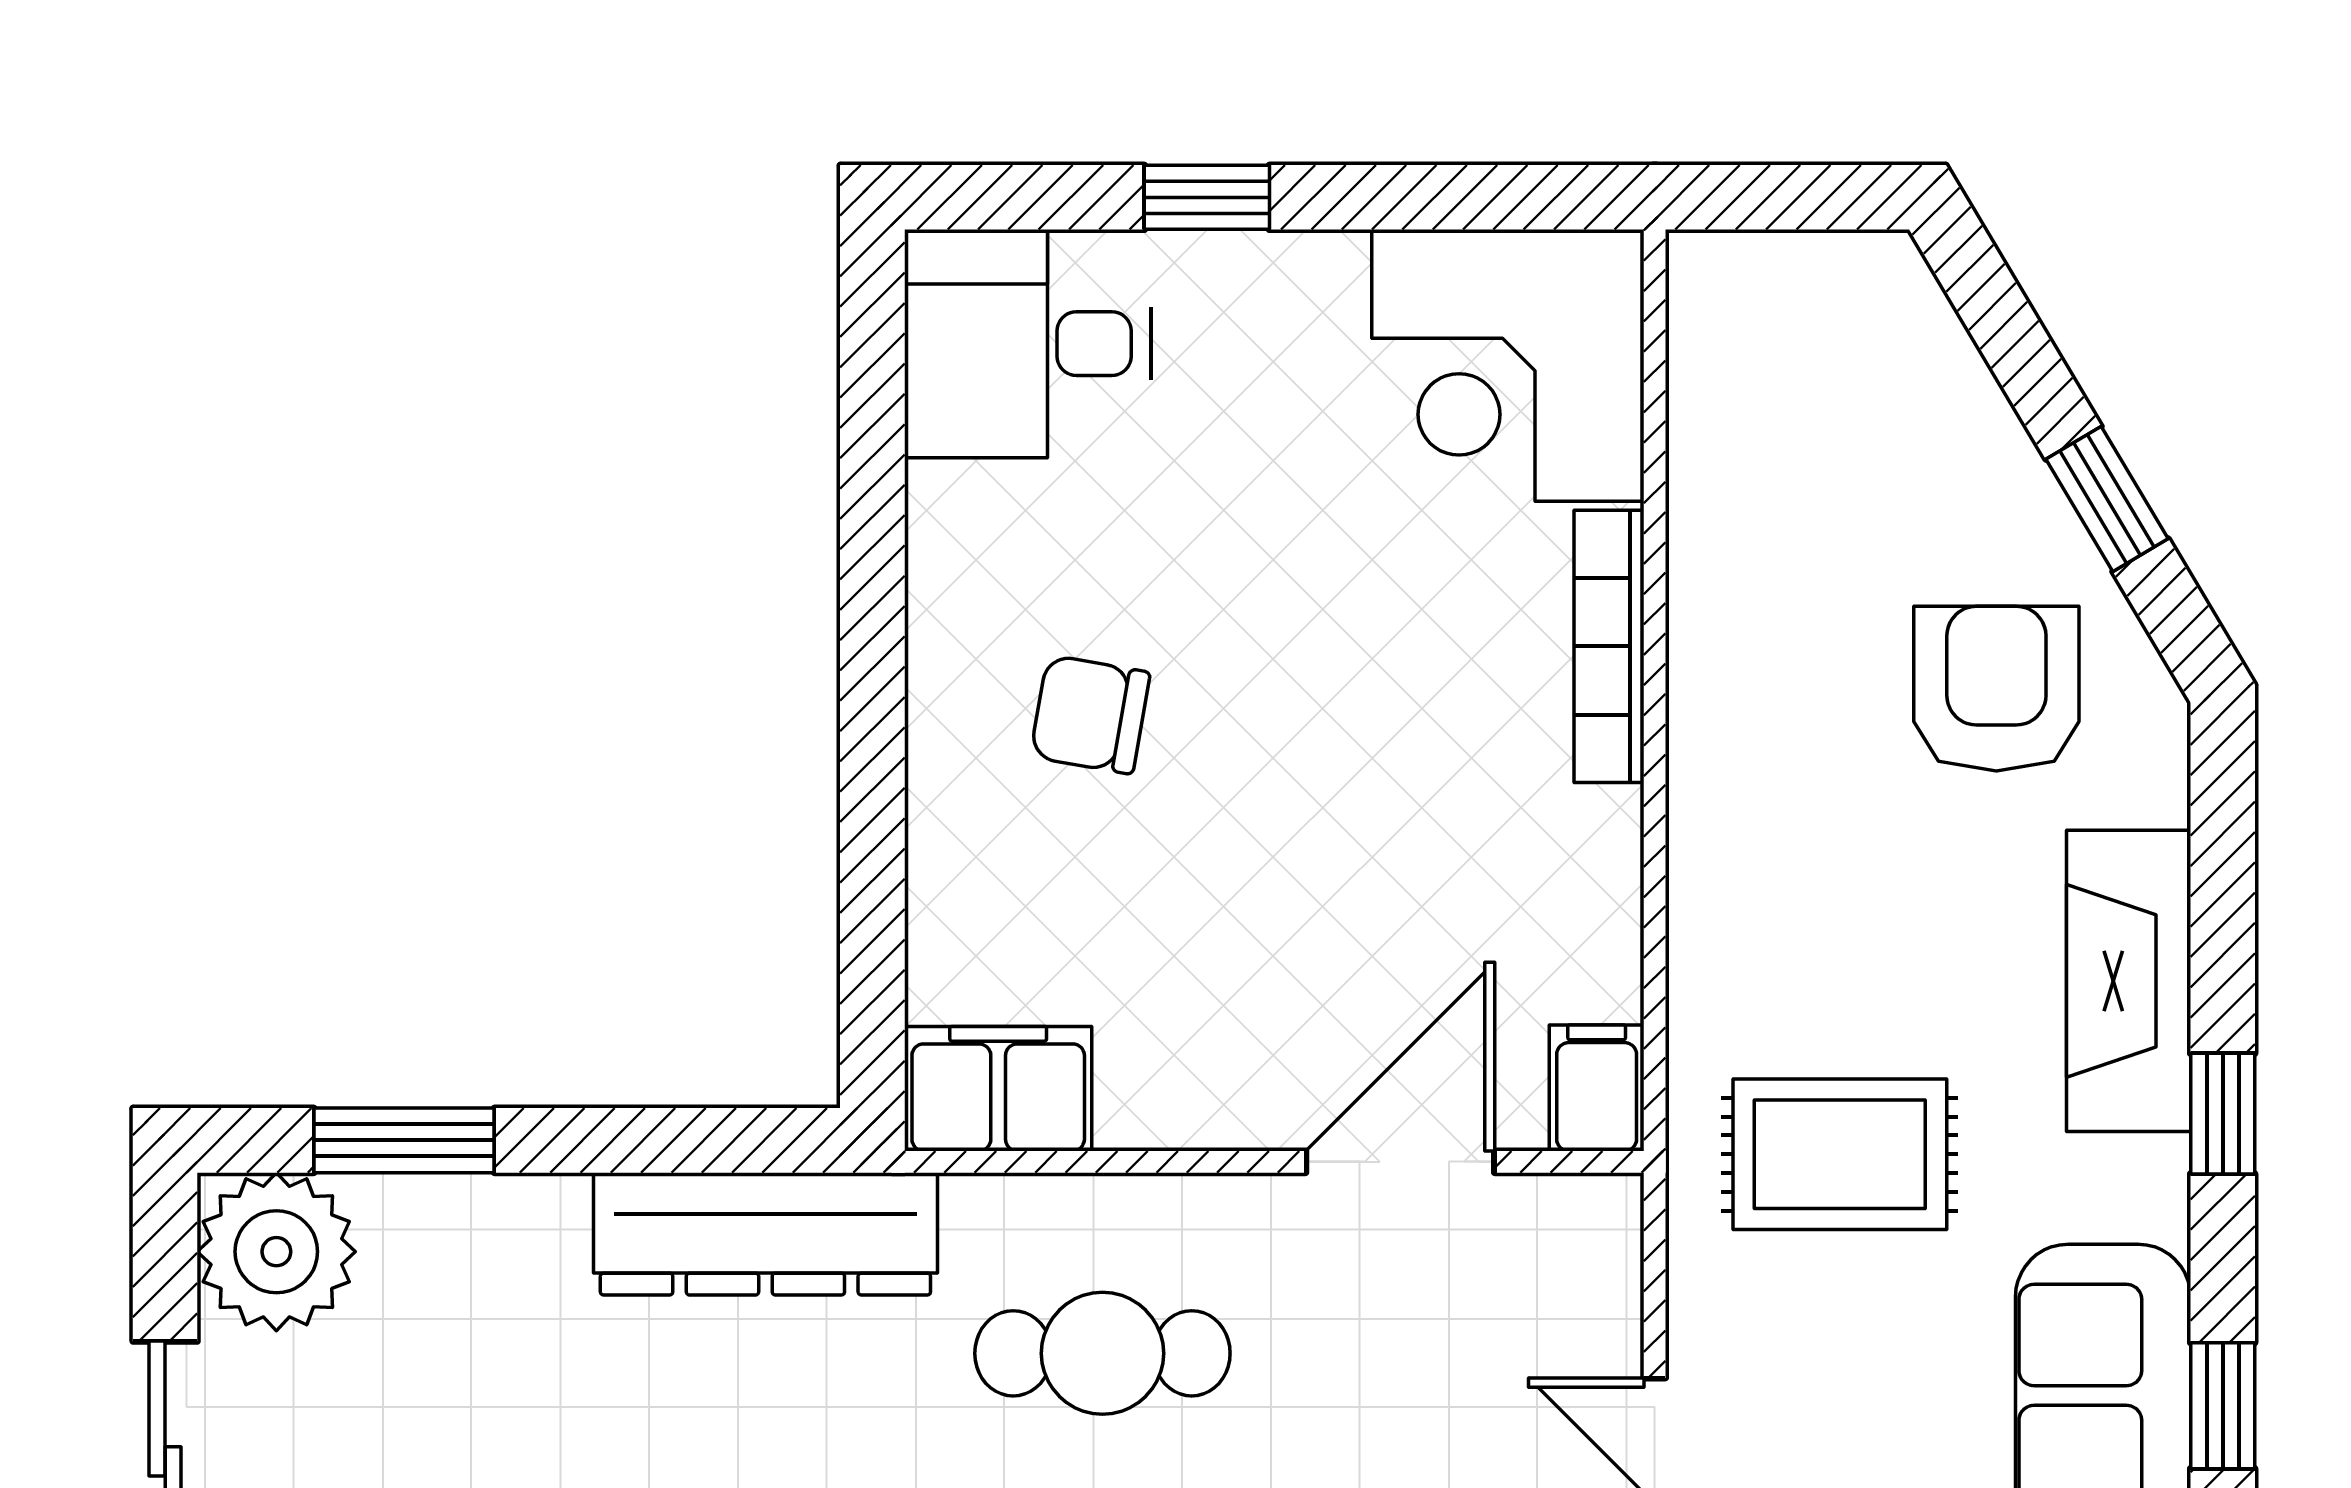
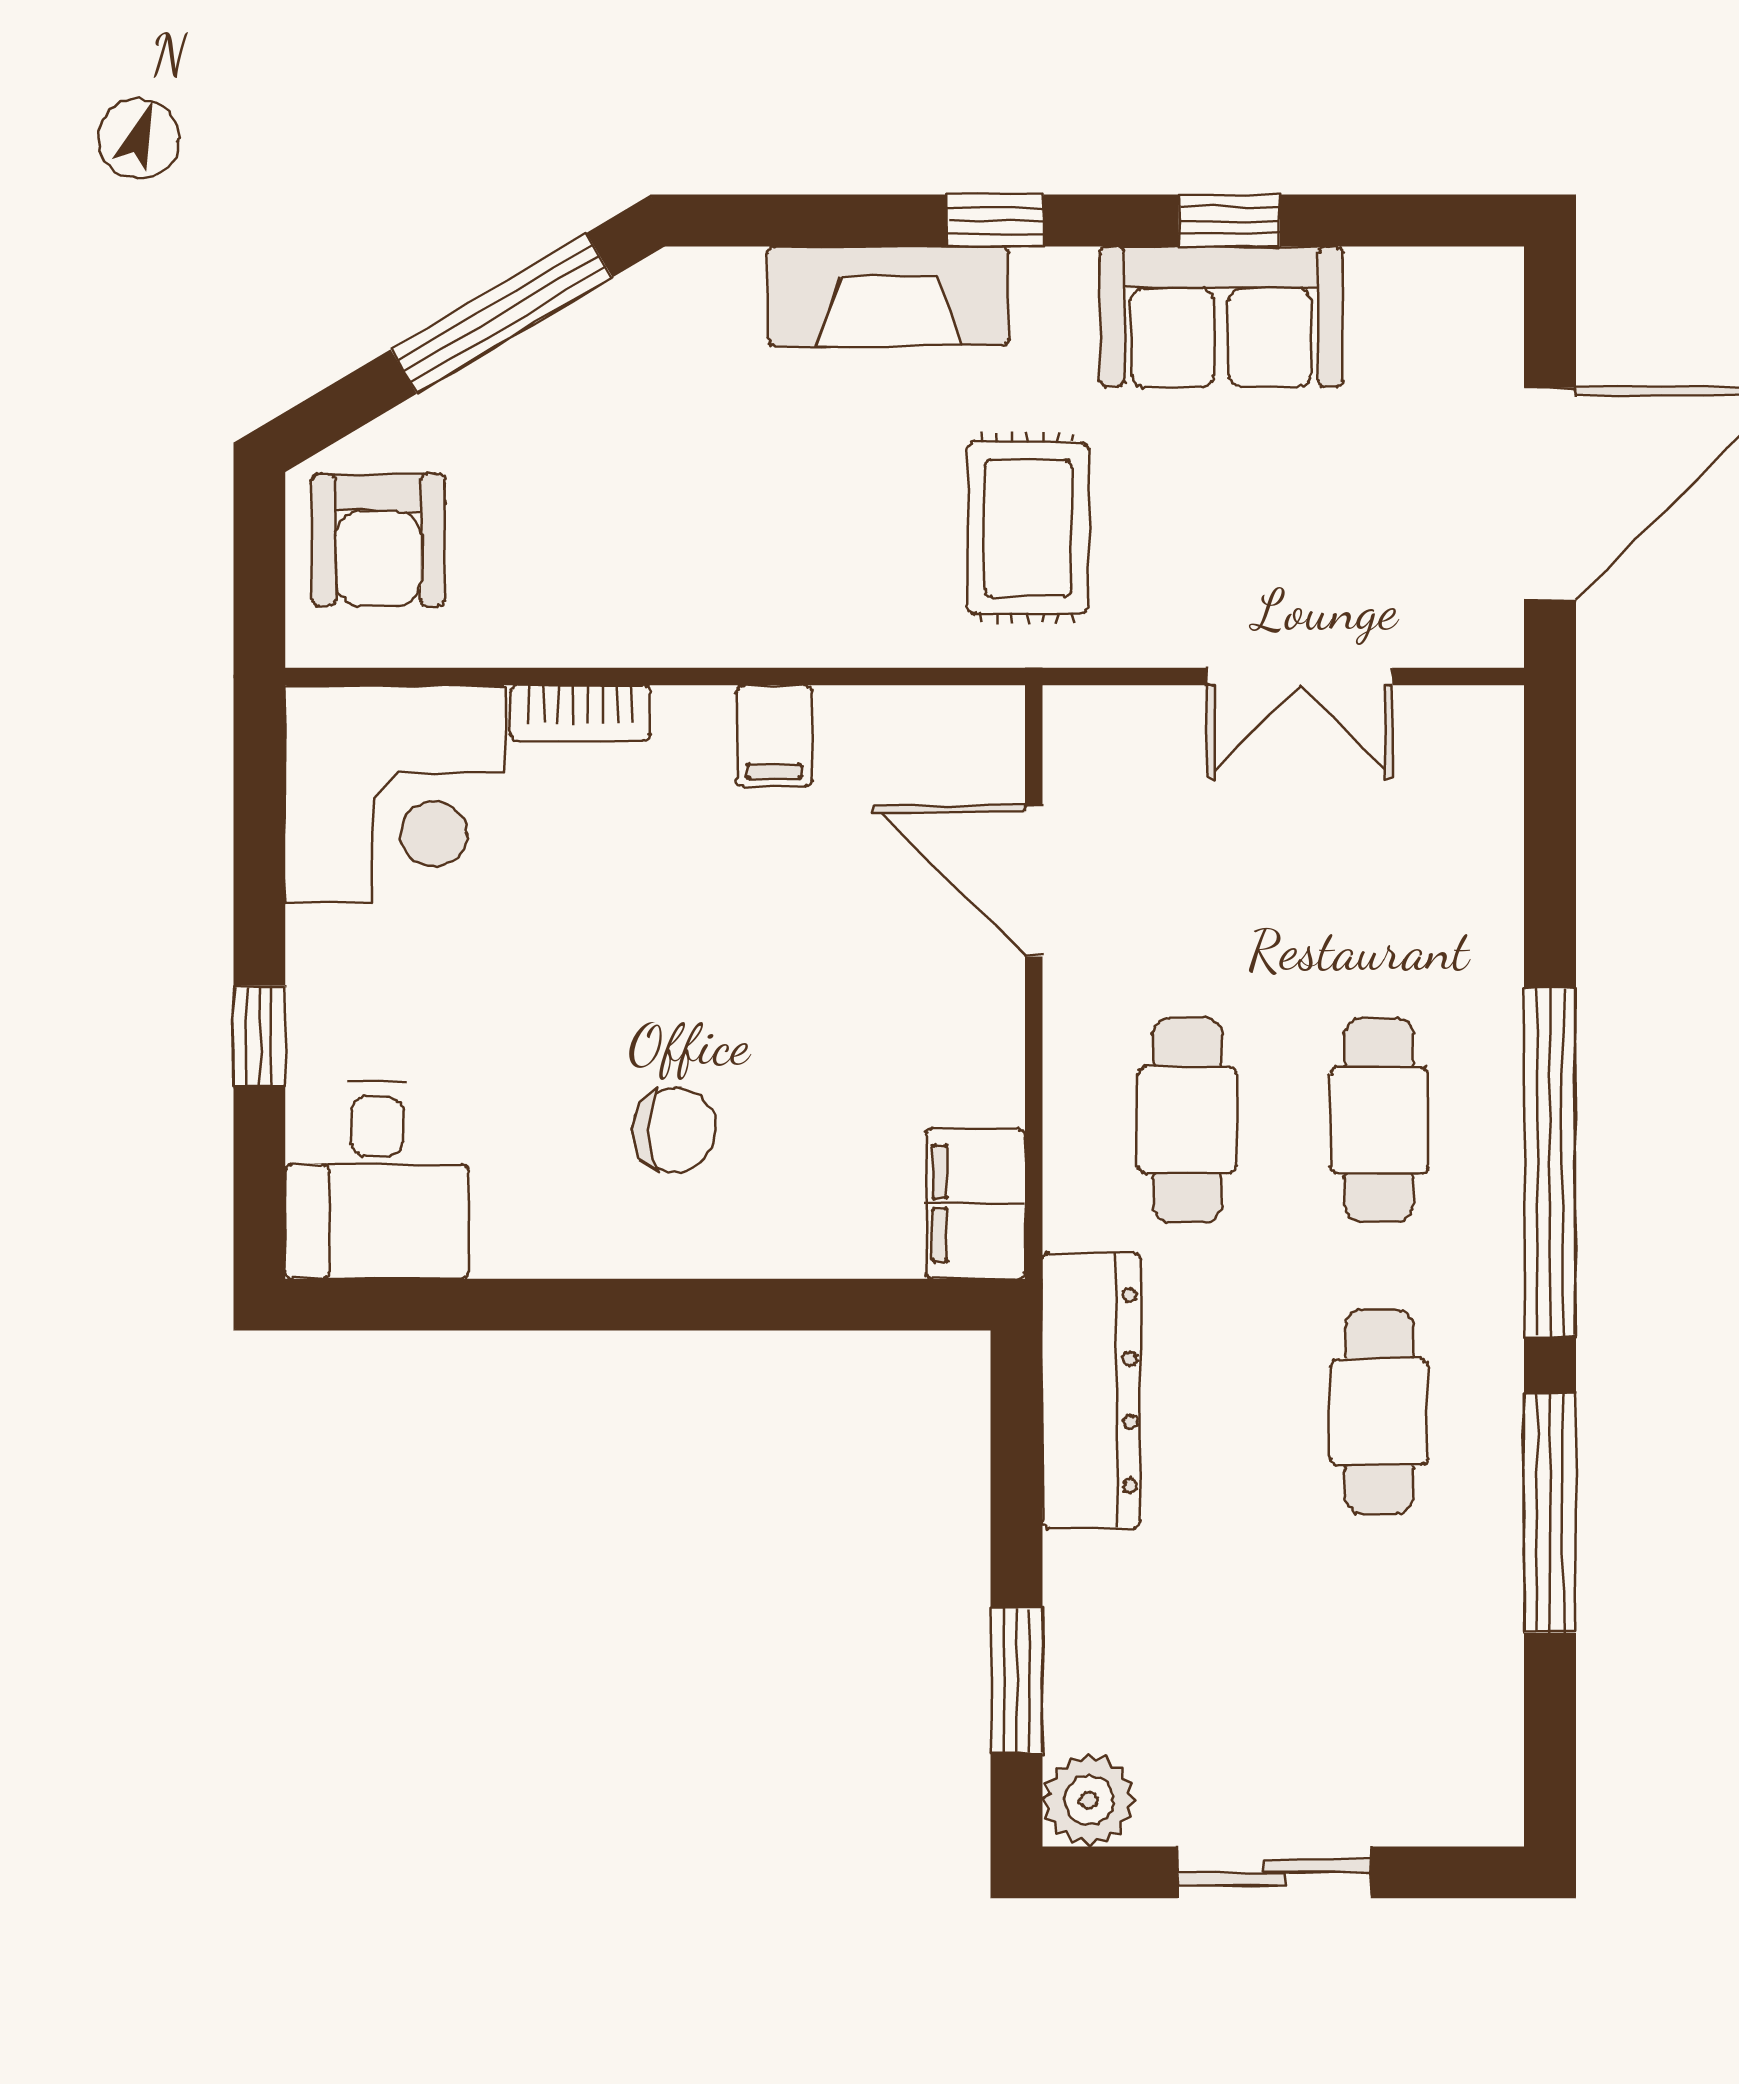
window: (2107, 499) -> (502, 313), width x2.17
bookcase: (1609, 646) -> (581, 713), width x0.64
armchair: (1996, 689) -> (378, 540), moved, turned -90
chair: (1090, 715) -> (675, 1130), turned -100
filing cabinet: (1597, 1088) -> (774, 736), moved, turned -90
plant: (276, 1252) -> (1089, 1800), width x0.73, depth x0.73

